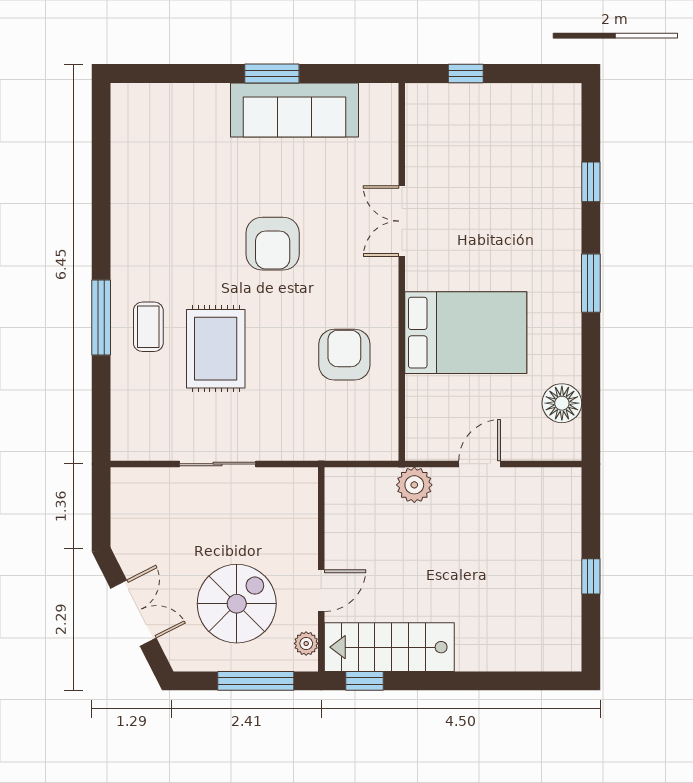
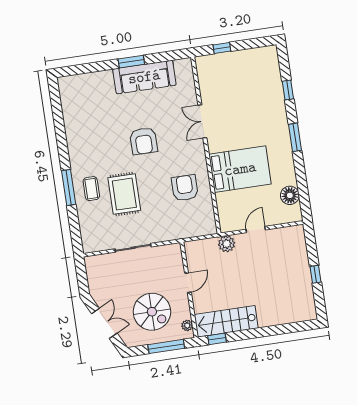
door: (321, 591) -> (188, 283), moved
spiral stairs: (237, 604) -> (152, 312), turned 90

